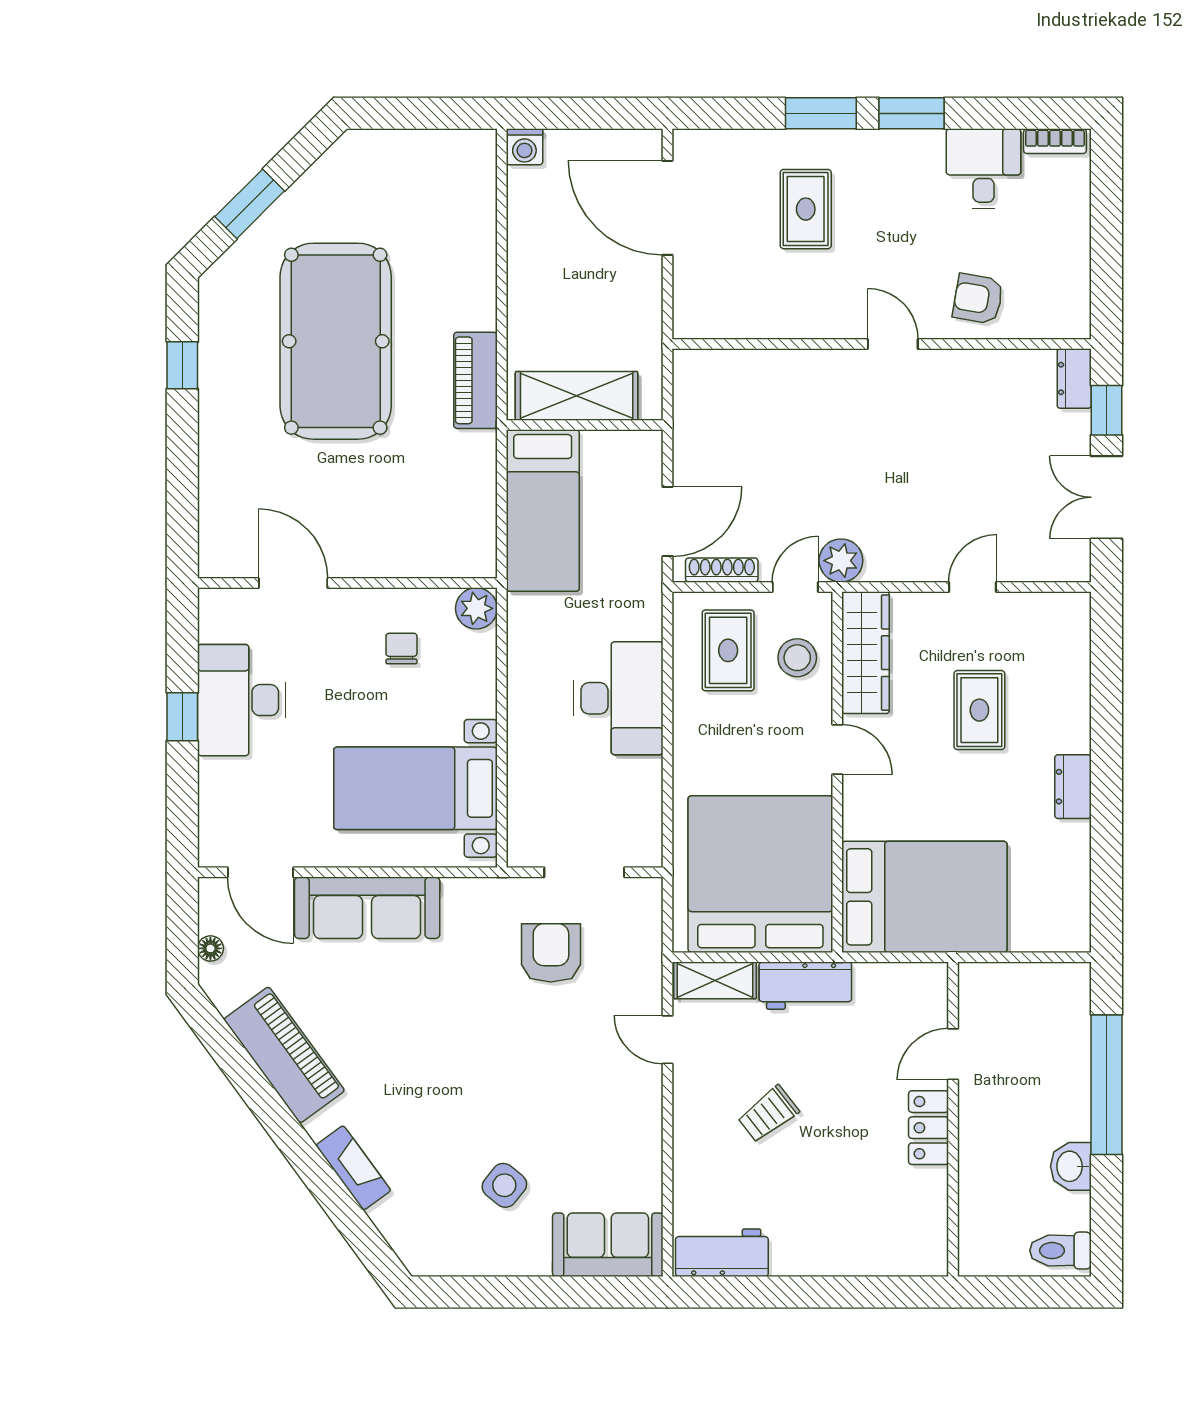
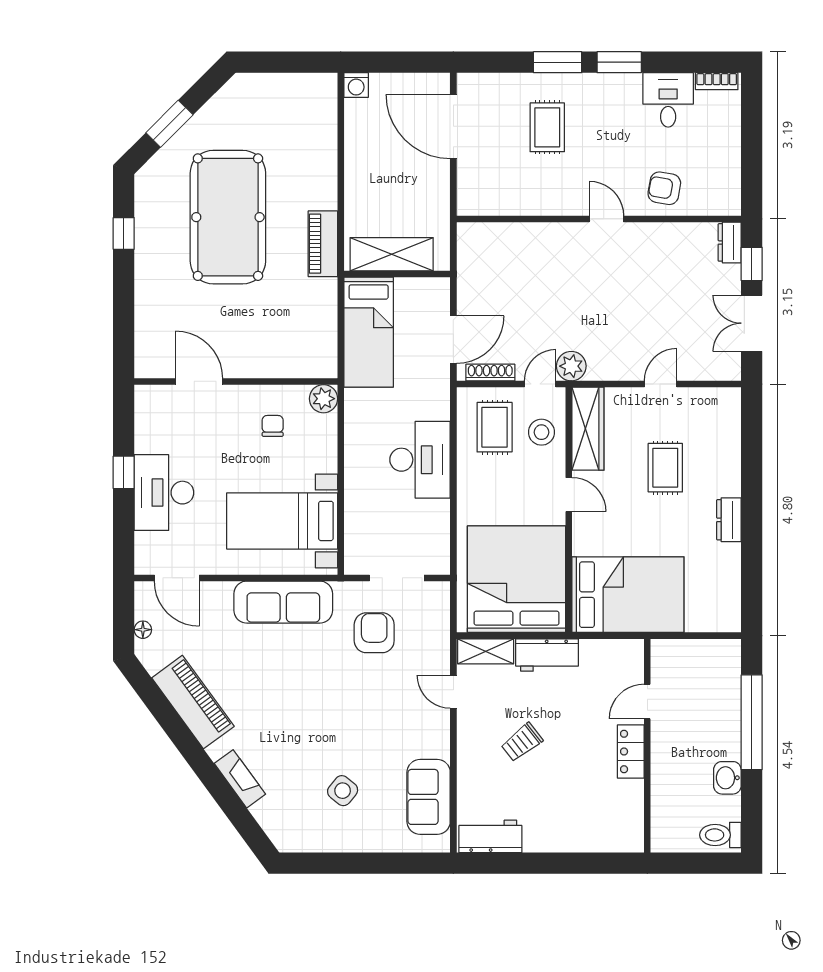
desk: (242, 700) -> (164, 493), moved
sofa: (367, 908) -> (283, 602), moved
sofa: (608, 1245) -> (429, 797), moved, turned -90

